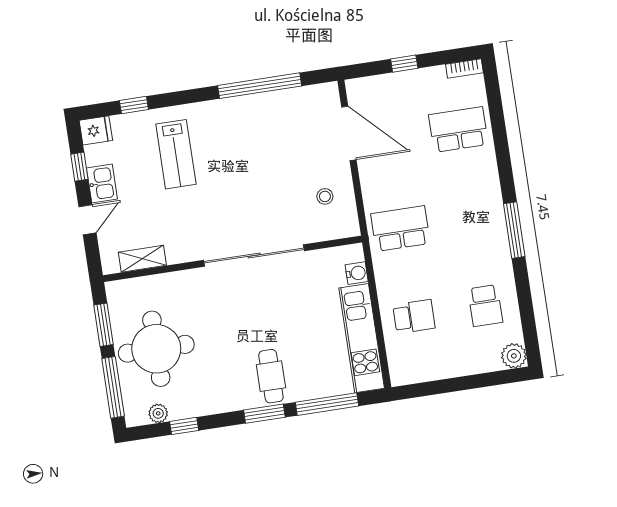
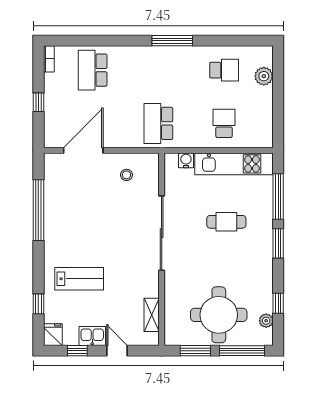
plant: (514, 356) -> (264, 76), moved
cafe table: (271, 376) -> (226, 222), moved

